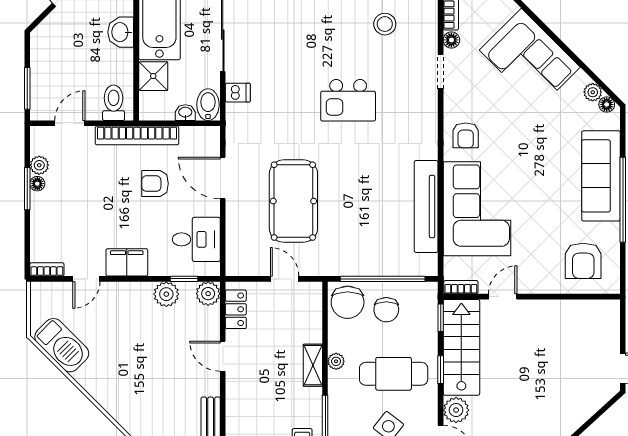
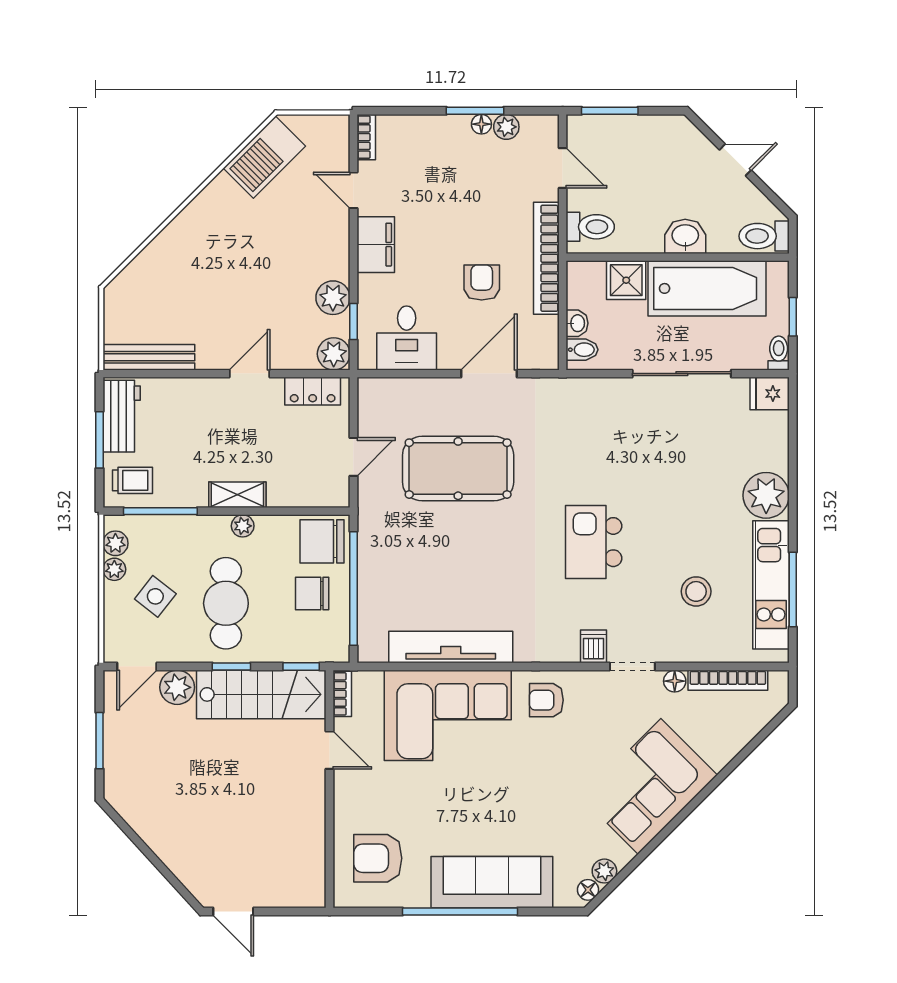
dishwasher: (238, 93) -> (593, 646), moved, turned 180
bidet: (208, 105) -> (582, 350), width x0.72, depth x0.74

